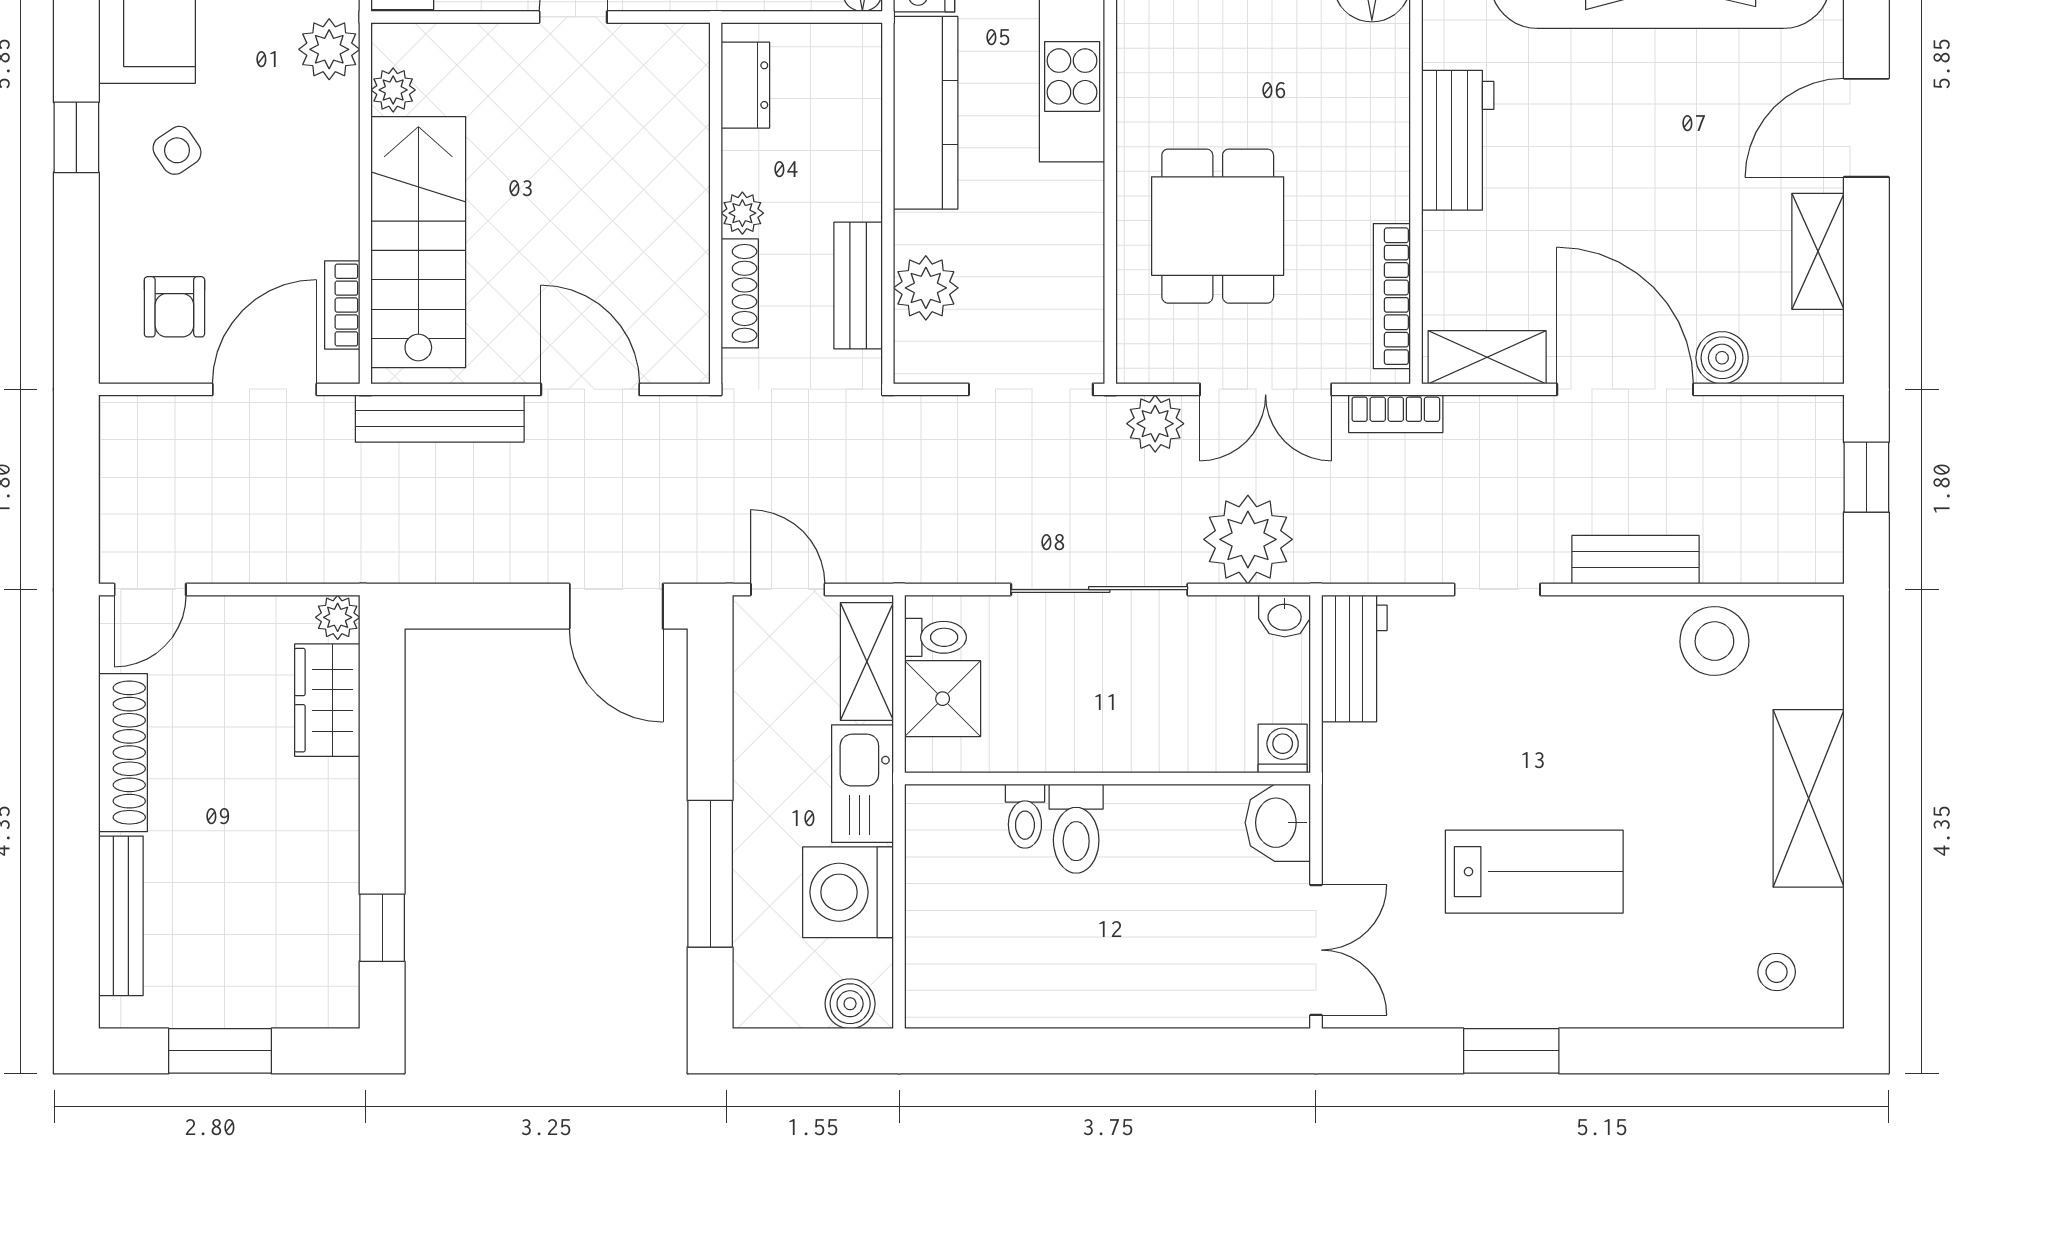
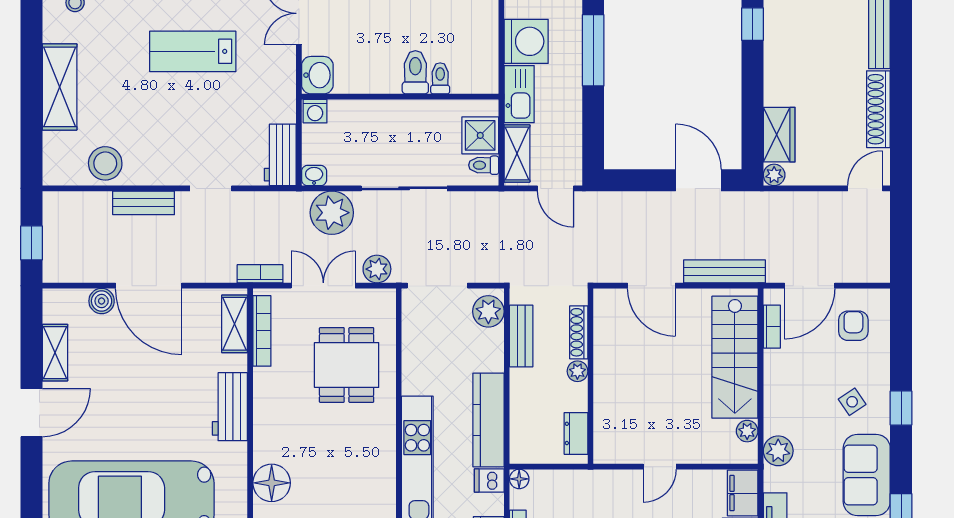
plant: (926, 288) -> (488, 311), moved
shelving: (1487, 357) -> (235, 324), moved, turned 90
door: (616, 606) -> (698, 180), moved

